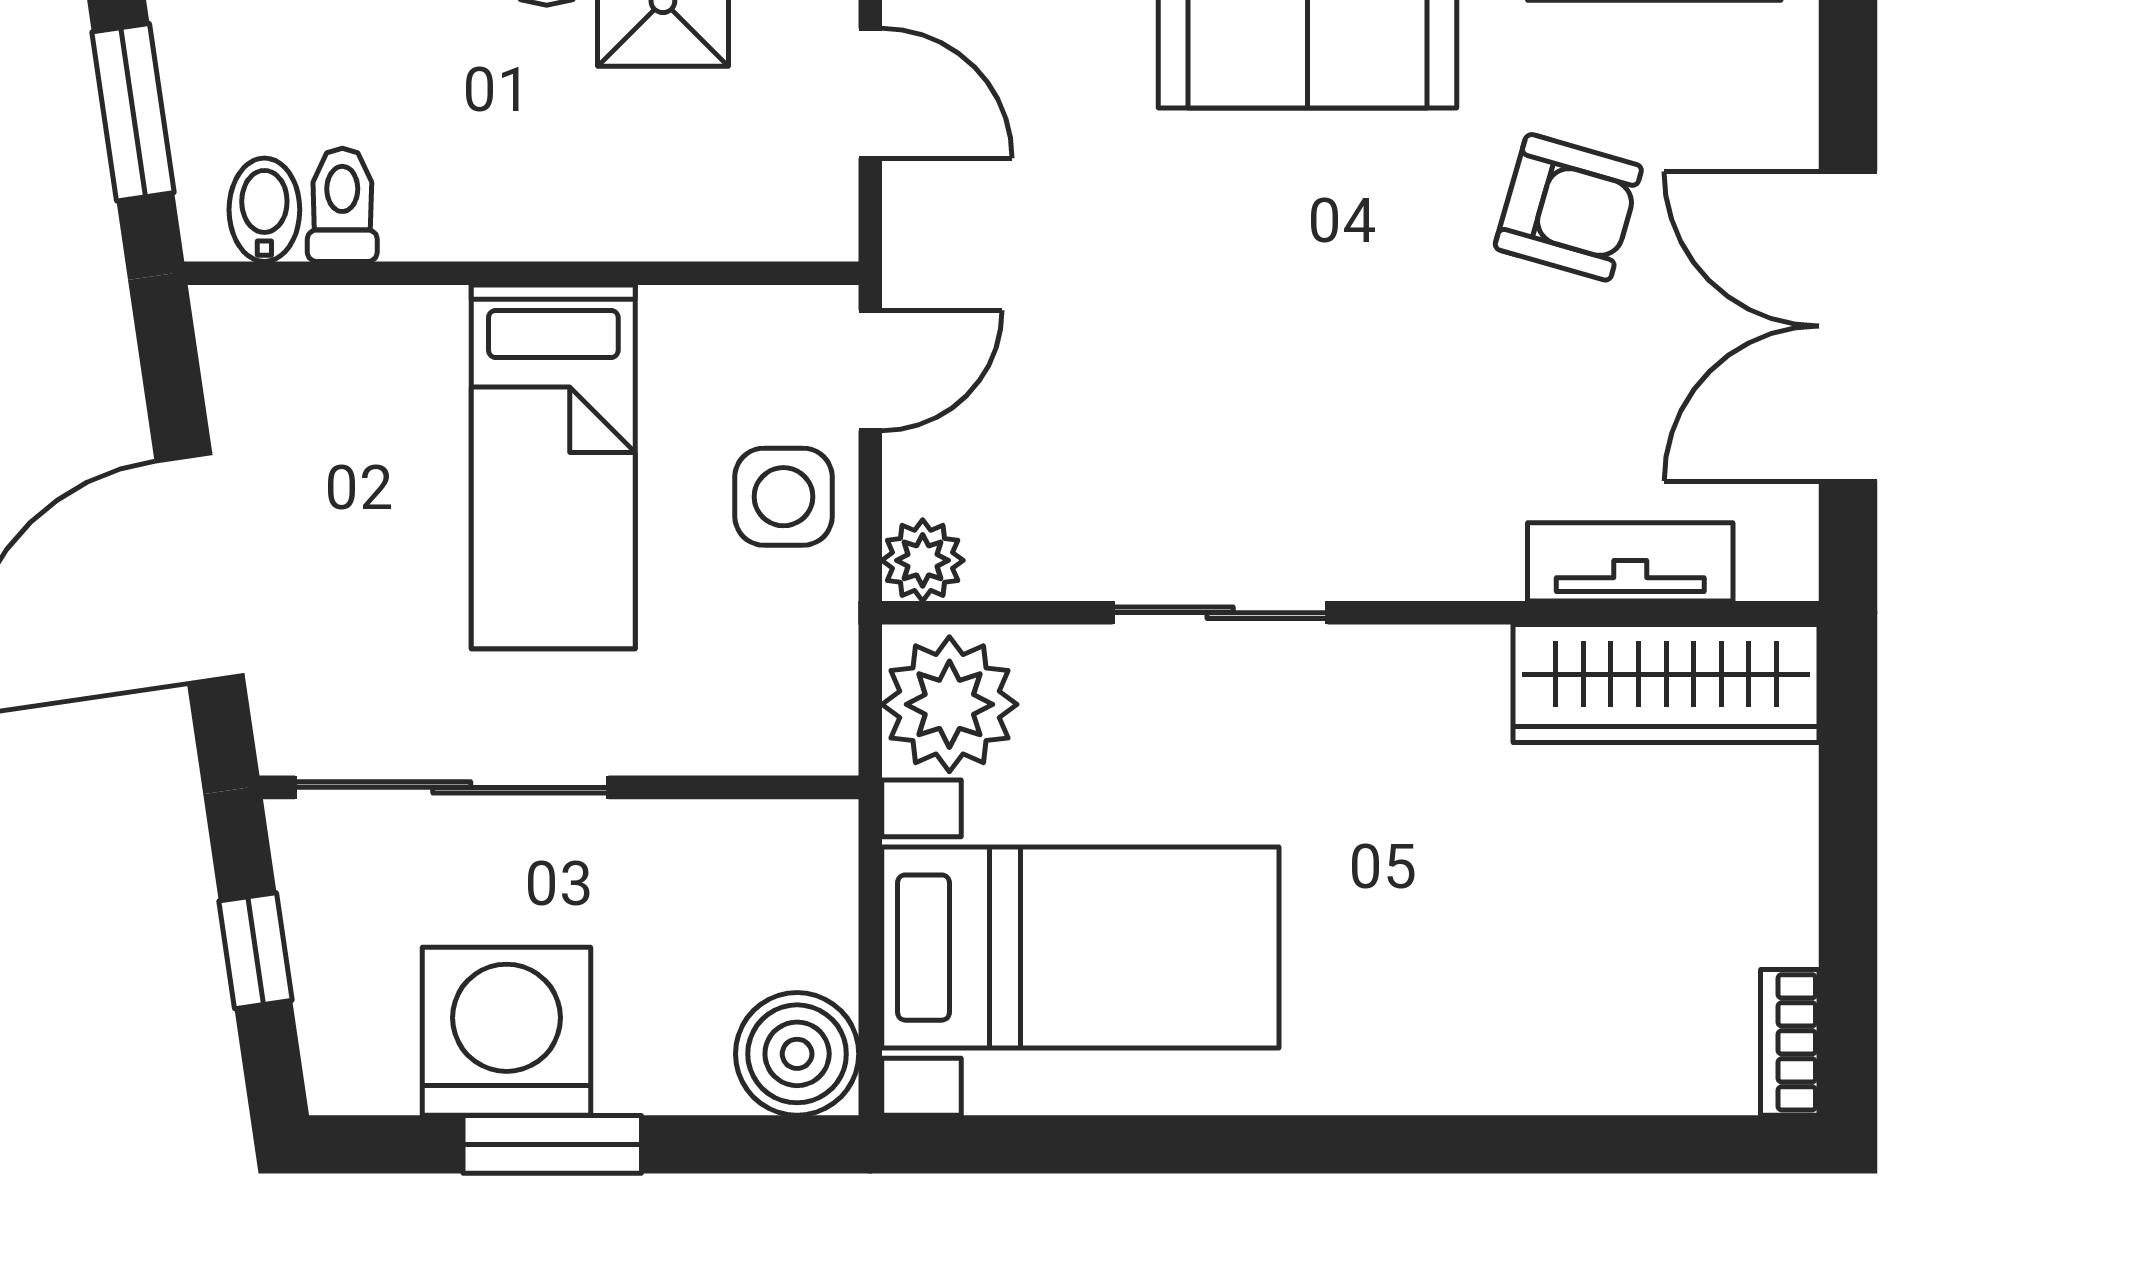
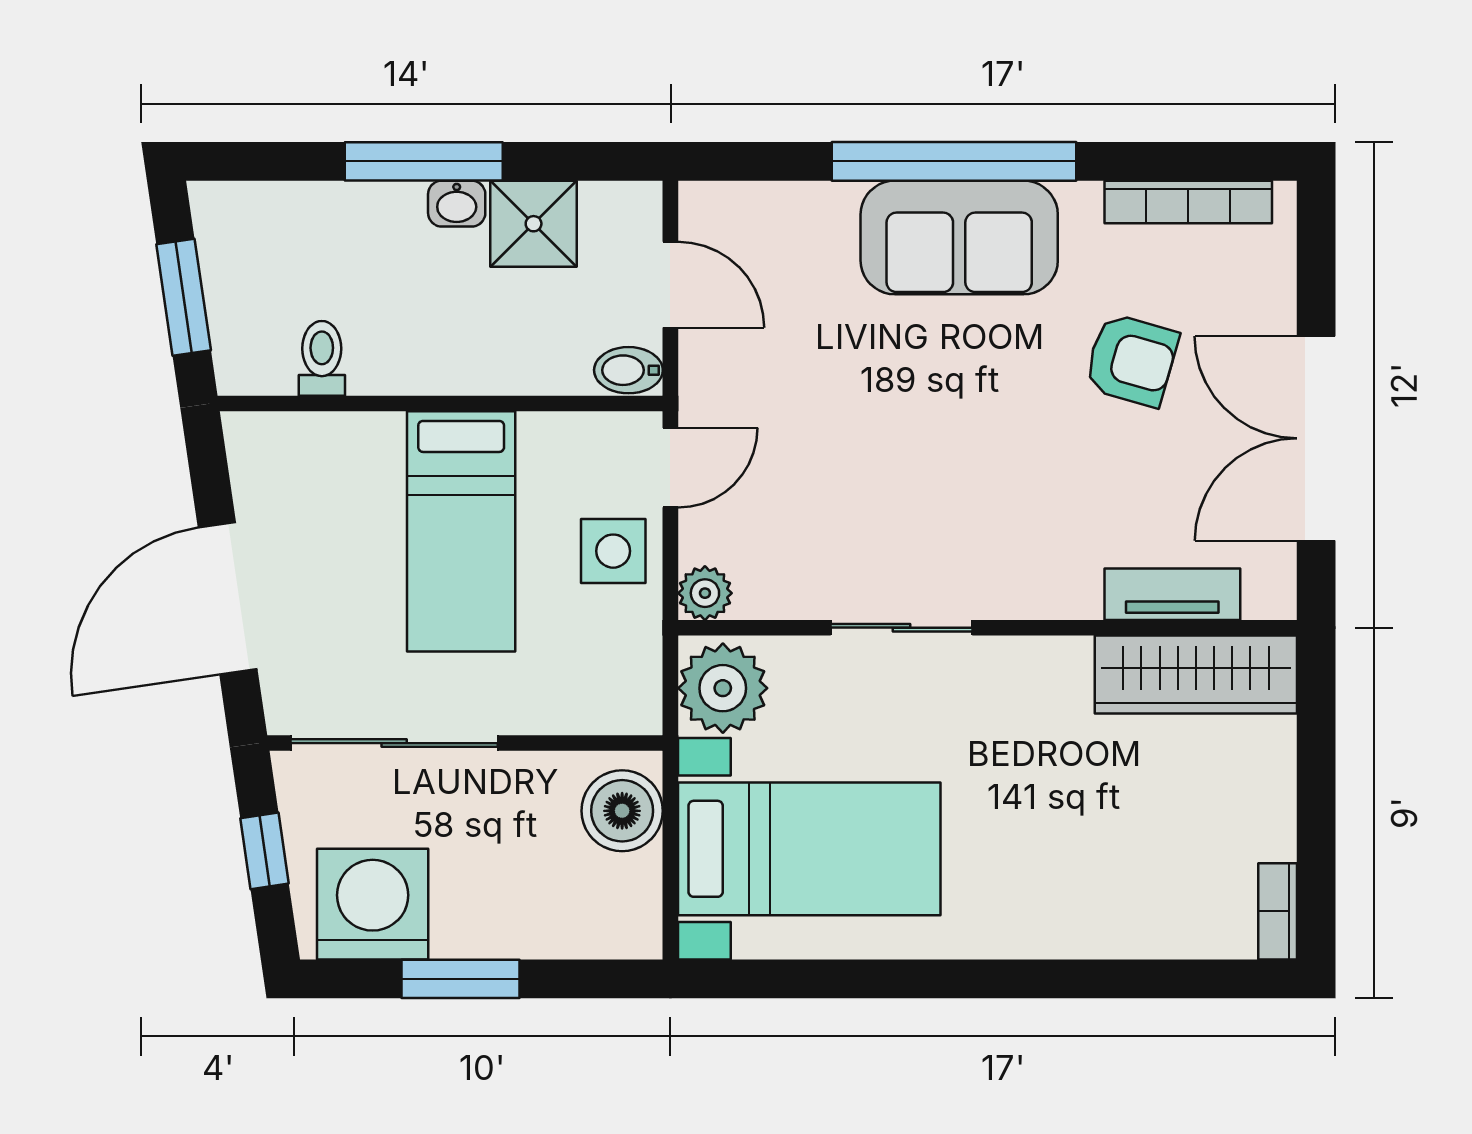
bidet: (264, 210) -> (628, 370), moved, turned -90
washing machine: (507, 1031) -> (373, 904), moved
boiler: (797, 1054) -> (622, 811), moved

